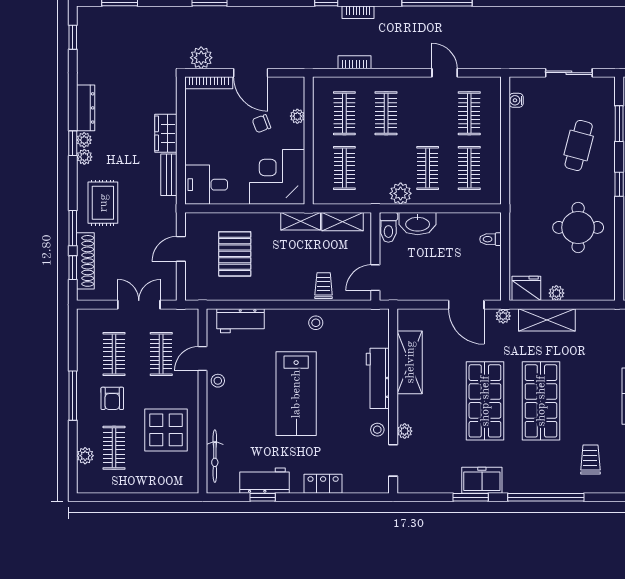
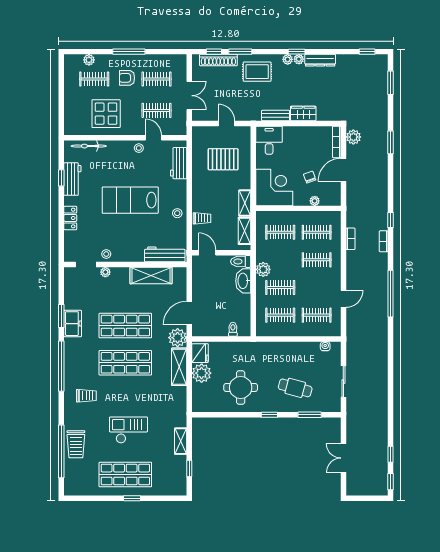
plant: (556, 293) -> (202, 373), width x1.87, depth x1.87
plant: (503, 316) -> (178, 338), width x1.87, depth x1.87
workbench: (378, 378) -> (165, 254), moved

